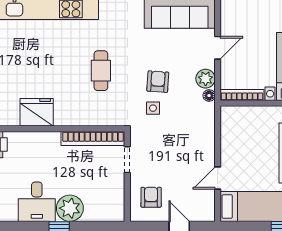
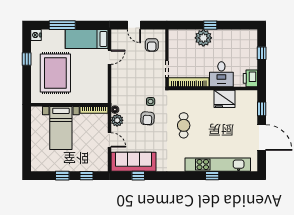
door: (218, 48) -> (109, 140), swing flipped
desk: (37, 202) -> (221, 74), moved, turned 180

